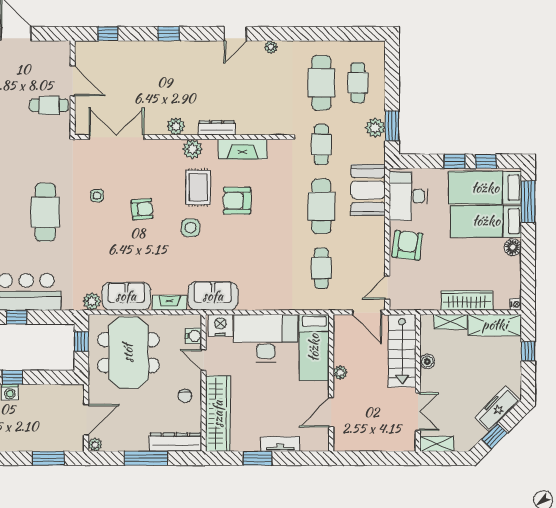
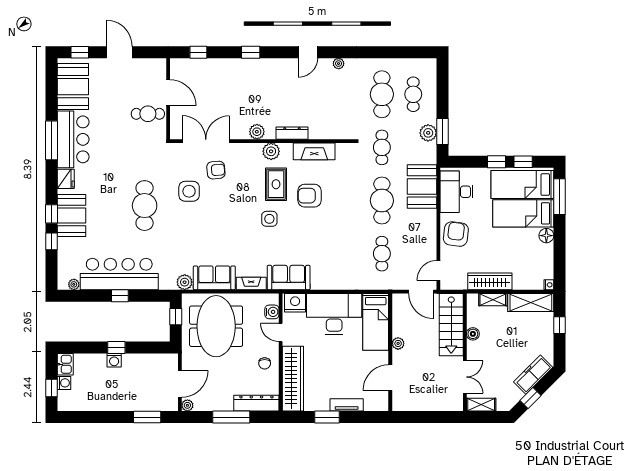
side table: (97, 196) -> (189, 191), width x1.87, depth x1.87
armchair: (142, 209) -> (216, 170), moved
wardrobe: (467, 300) -> (490, 281), moved

